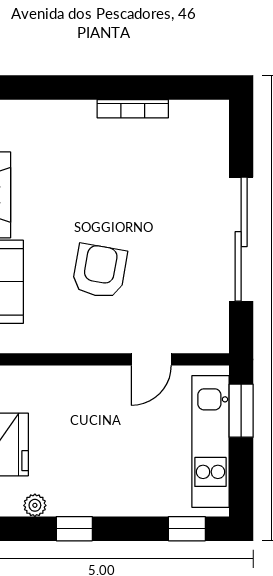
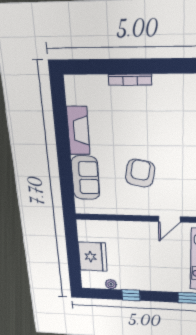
bookcase: (133, 109) -> (130, 80), moved

